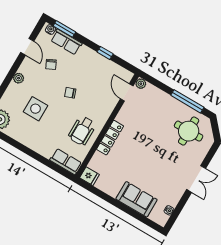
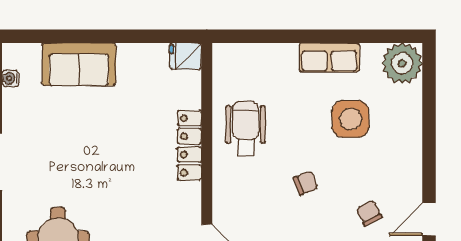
door: (27, 47) -> (429, 219), hinge flipped
plant: (19, 78) -> (412, 155), removed
row of seats: (66, 162) -> (329, 57), moved

